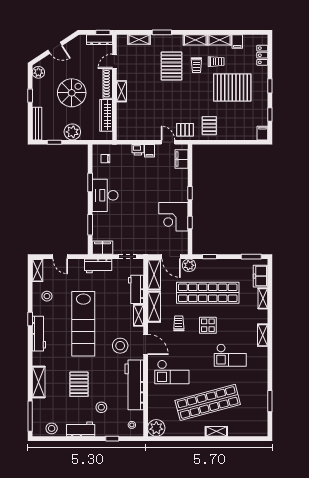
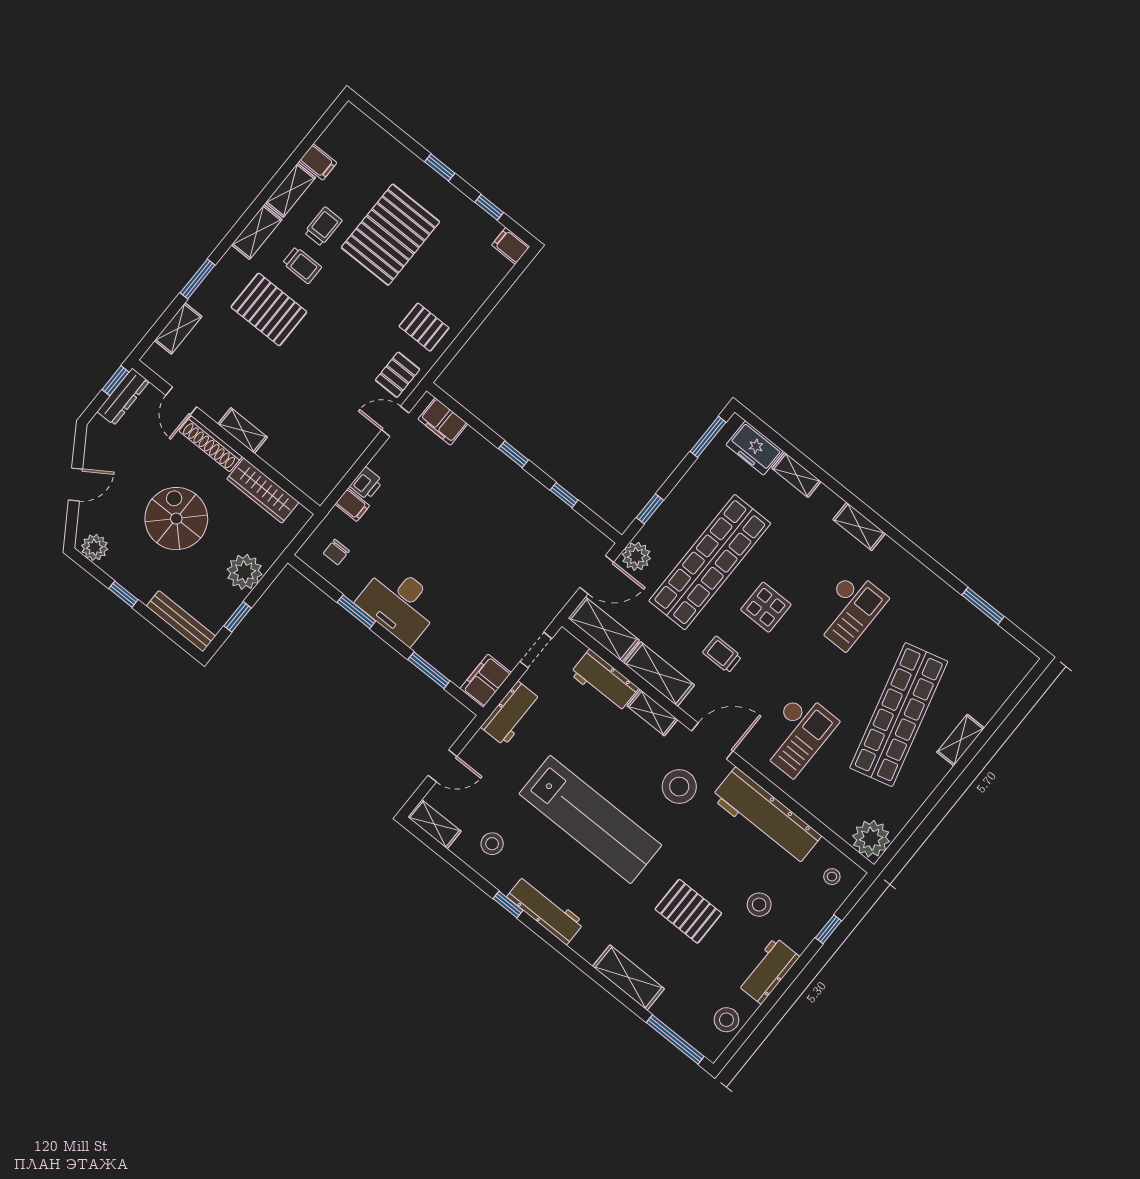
locker: (262, 55) -> (376, 138), removed
filing cabinet: (149, 151) -> (352, 505), moved
corner desk: (173, 217) -> (531, 516), removed

